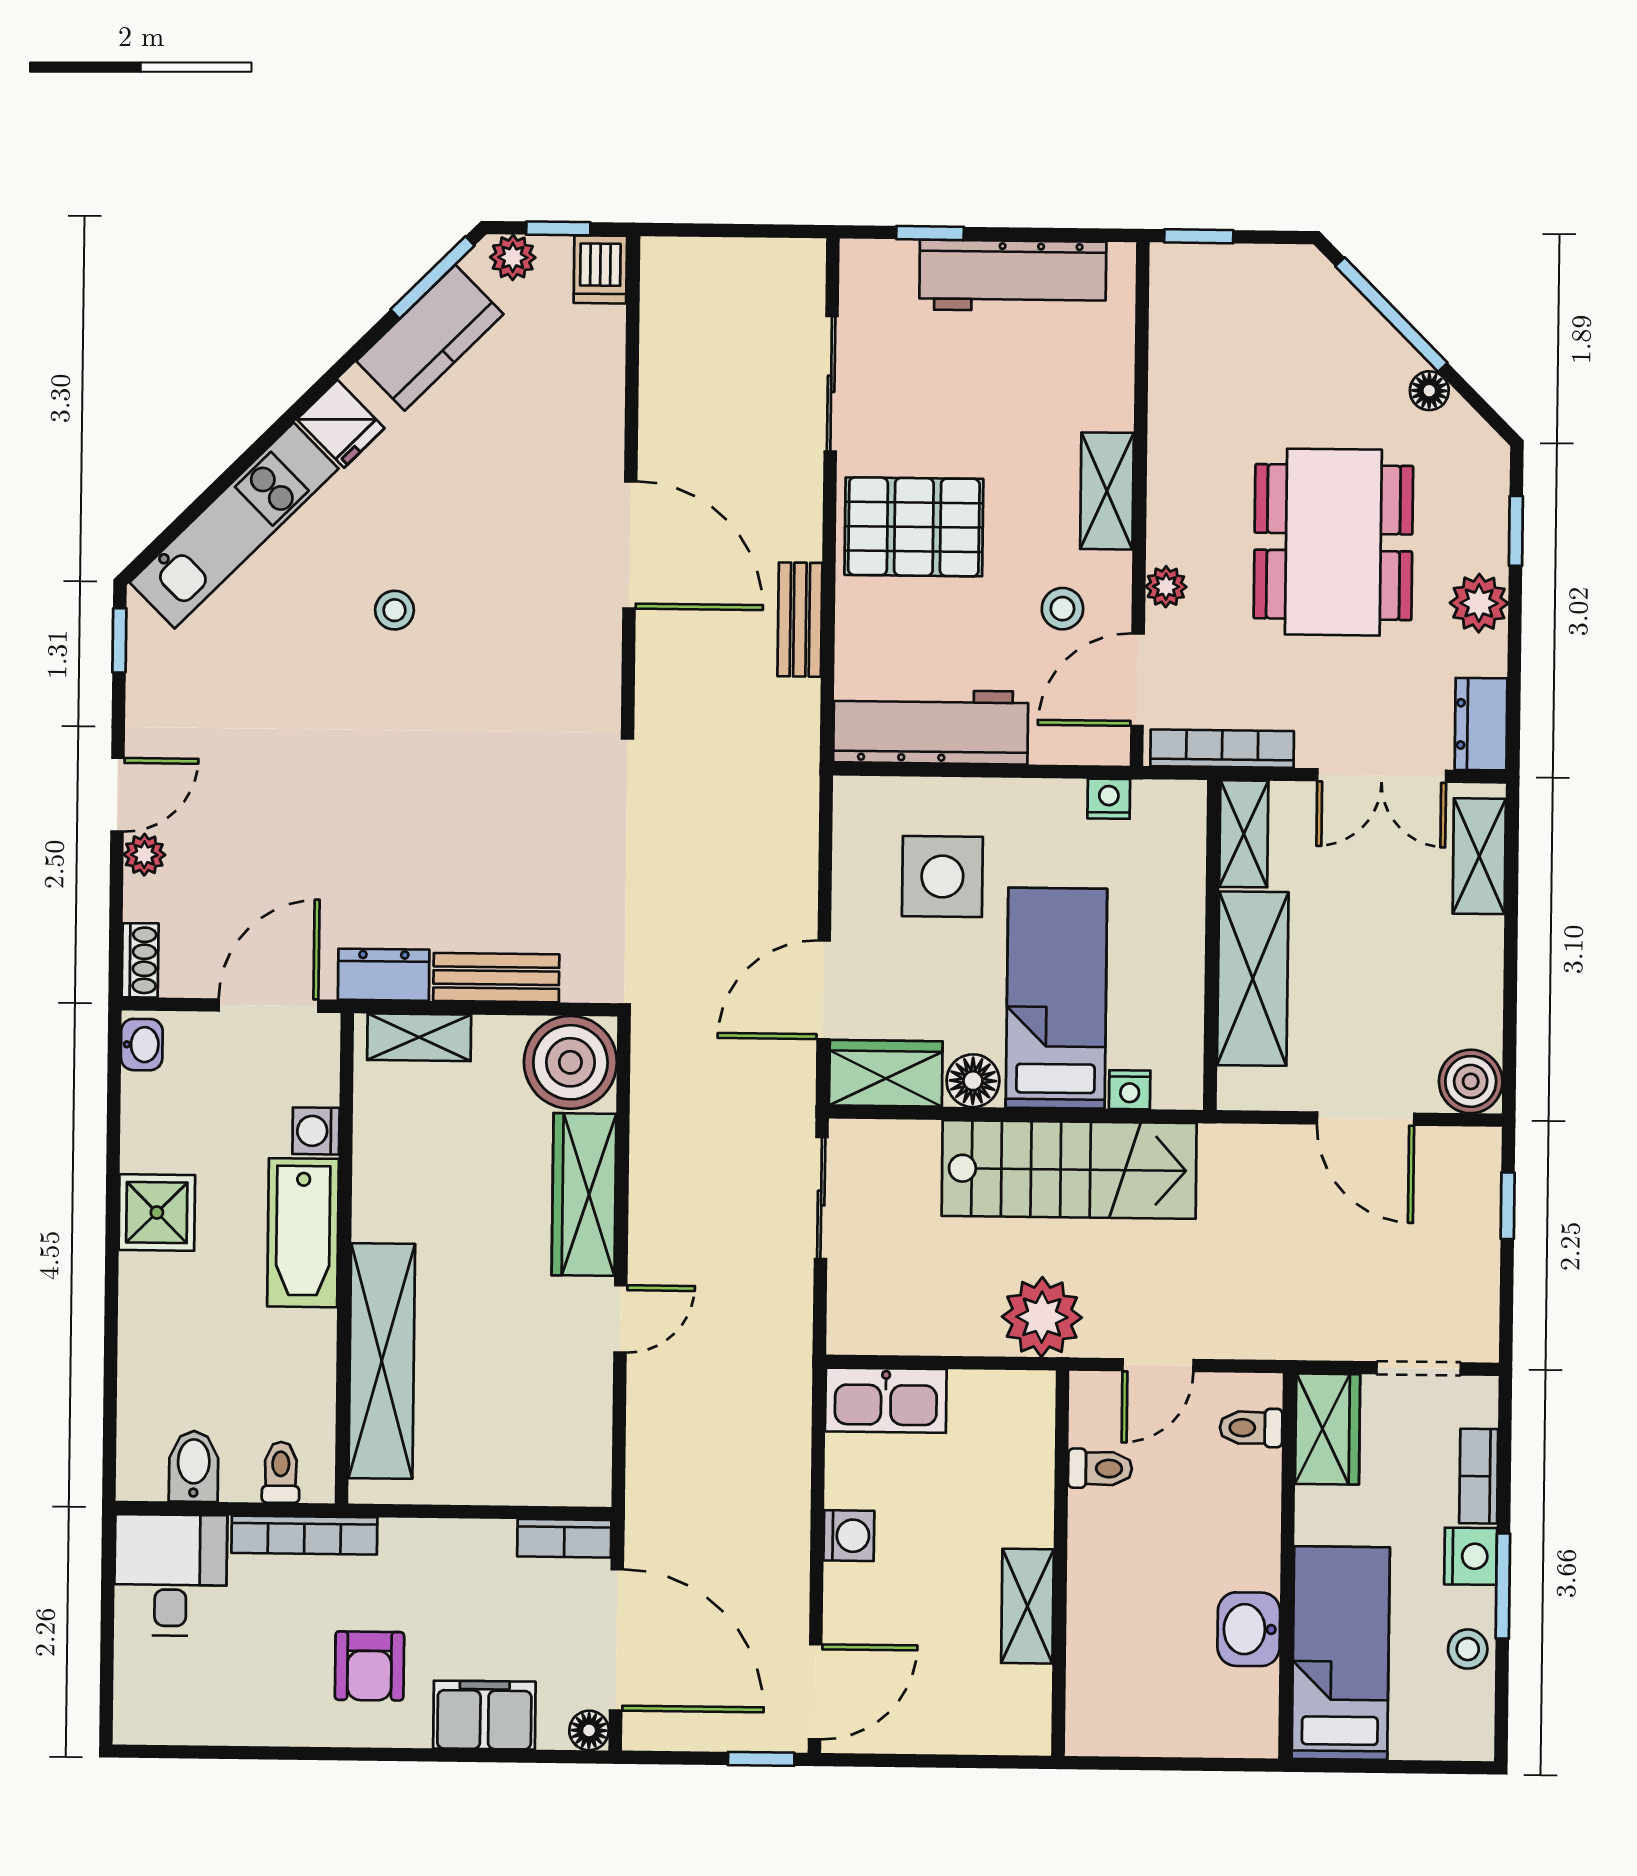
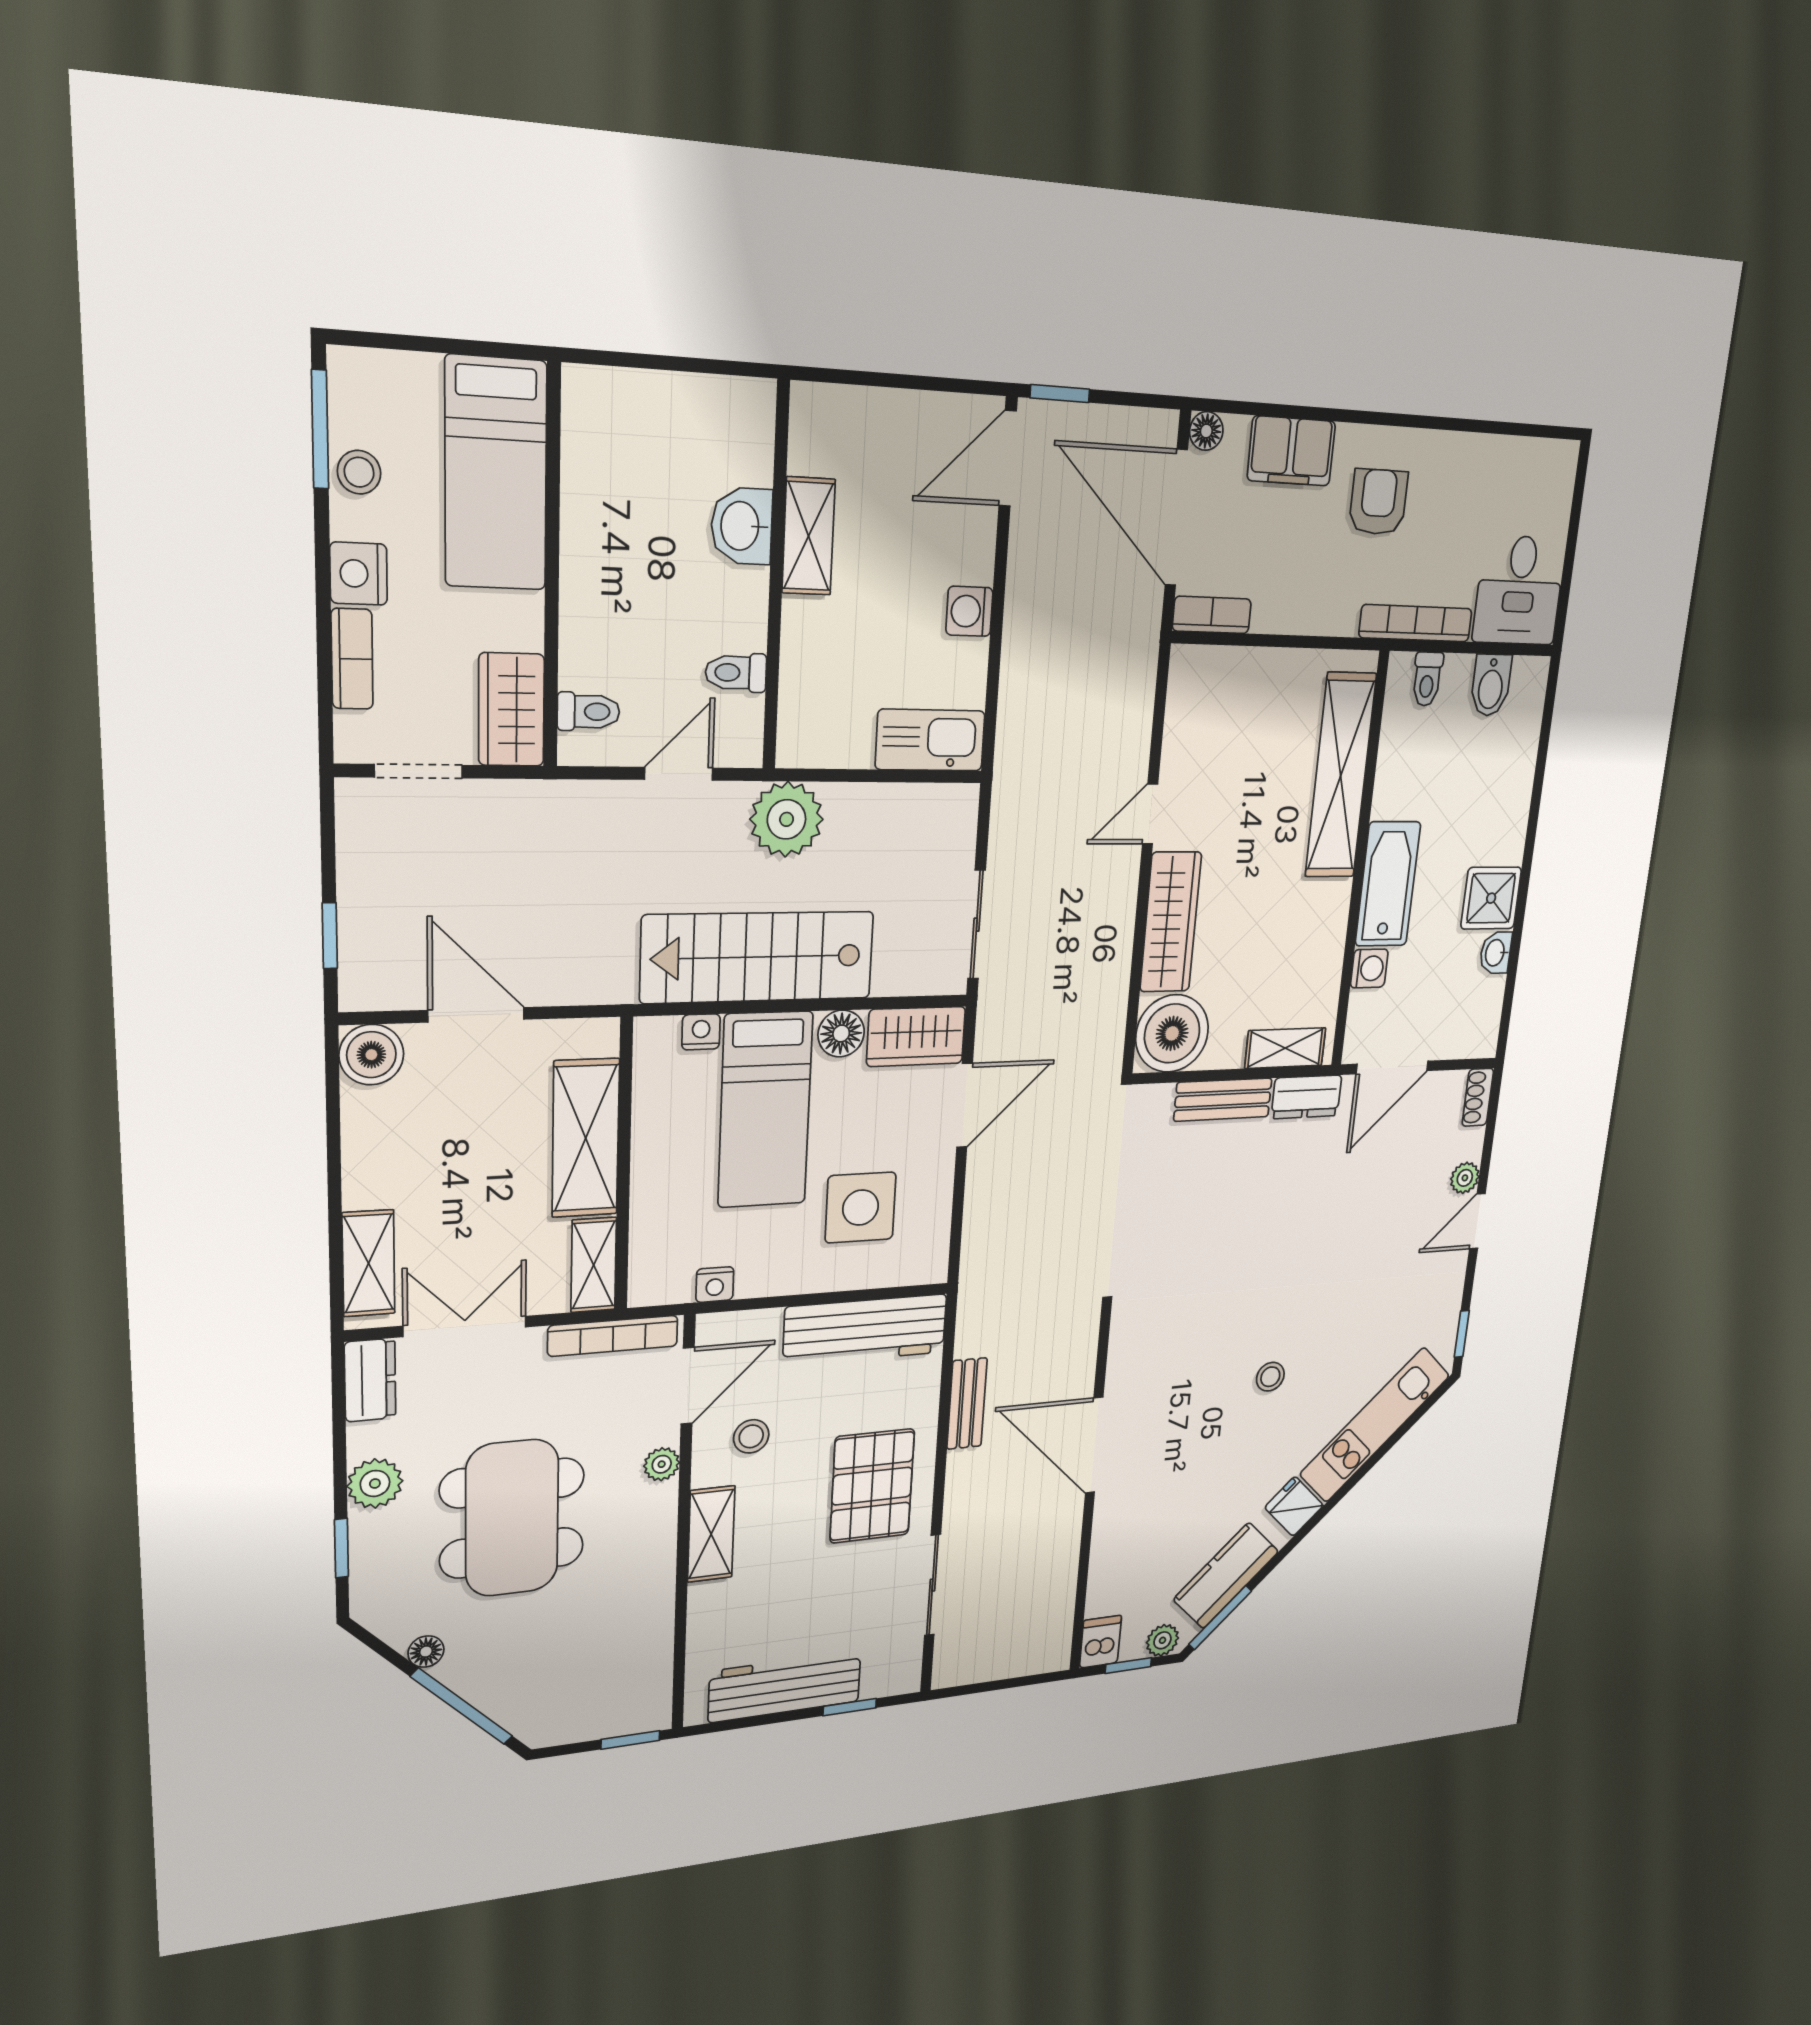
pallet: (914, 527) -> (872, 1486), turned 90
washbasin: (142, 1045) -> (1496, 953), moved
window: (1503, 1586) -> (320, 429), moved
washbasin: (1249, 1629) -> (742, 526), moved, turned 180

